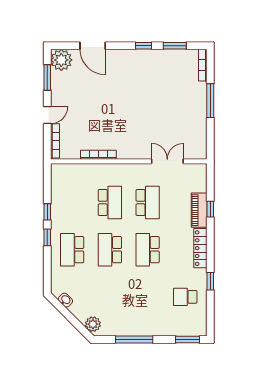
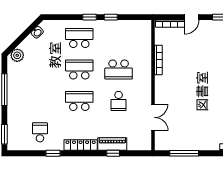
window: (210, 101) -> (184, 153), moved
door: (47, 115) -> (192, 17), hinge flipped
school desk: (148, 203) -> (119, 101), width x0.54

